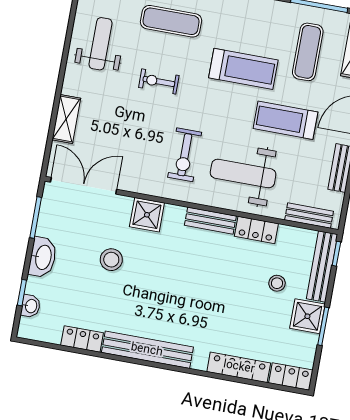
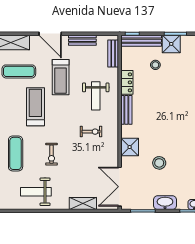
exercise bike: (185, 155) -> (91, 132), width x0.73, depth x0.72
weight bench: (243, 174) -> (96, 96), width x0.73, depth x0.75

